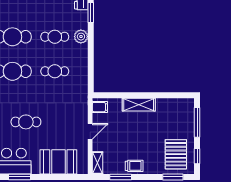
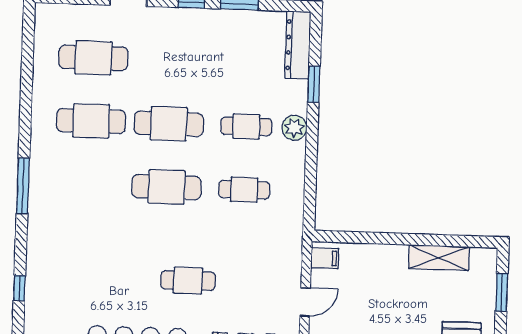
shelving: (139, 105) -> (439, 258), moved
window: (197, 122) -> (502, 292), width x0.69

